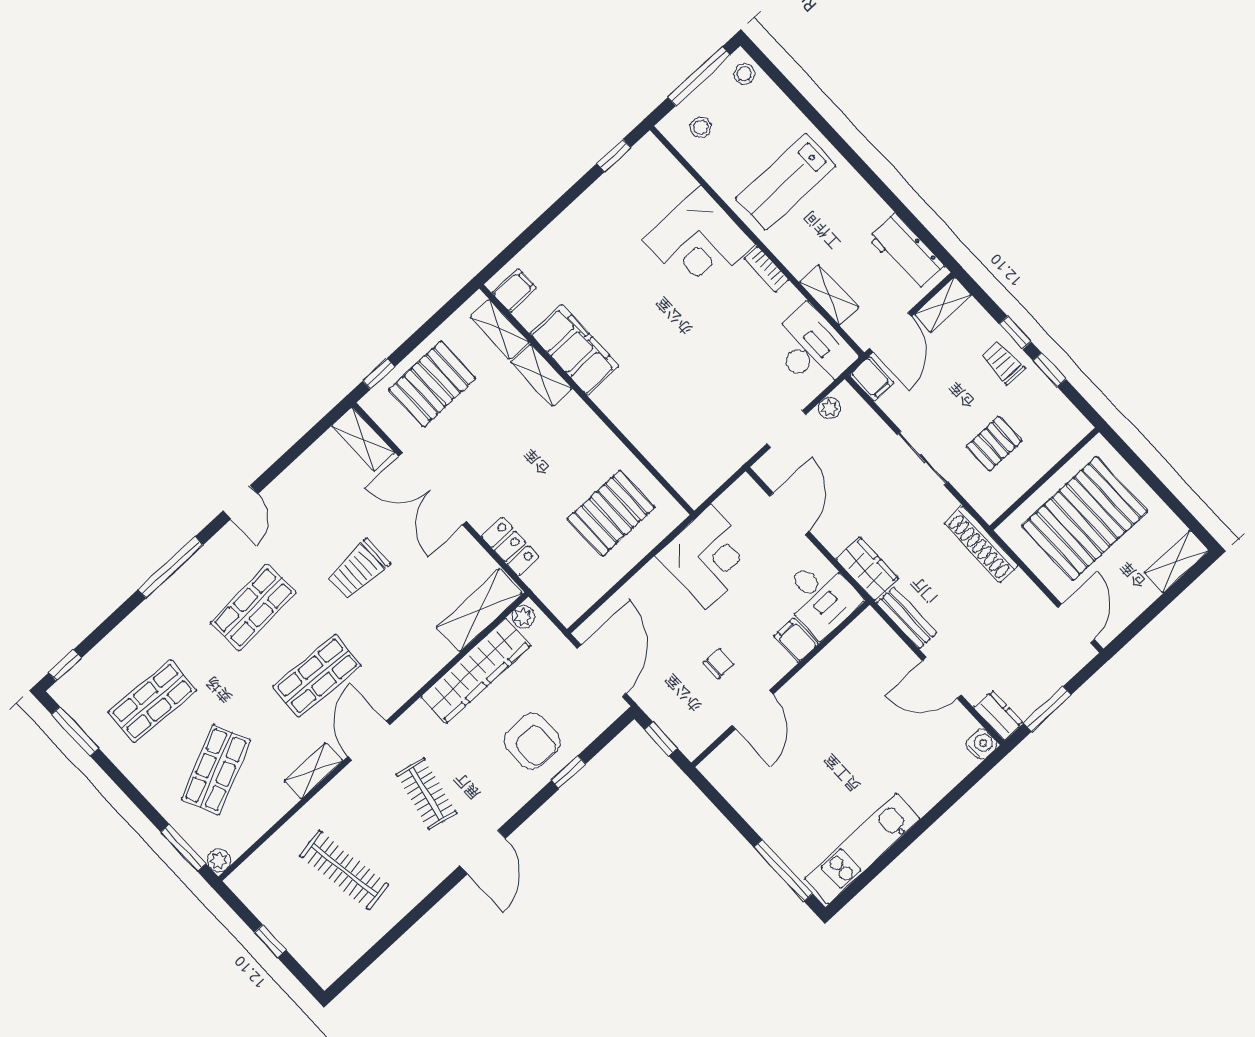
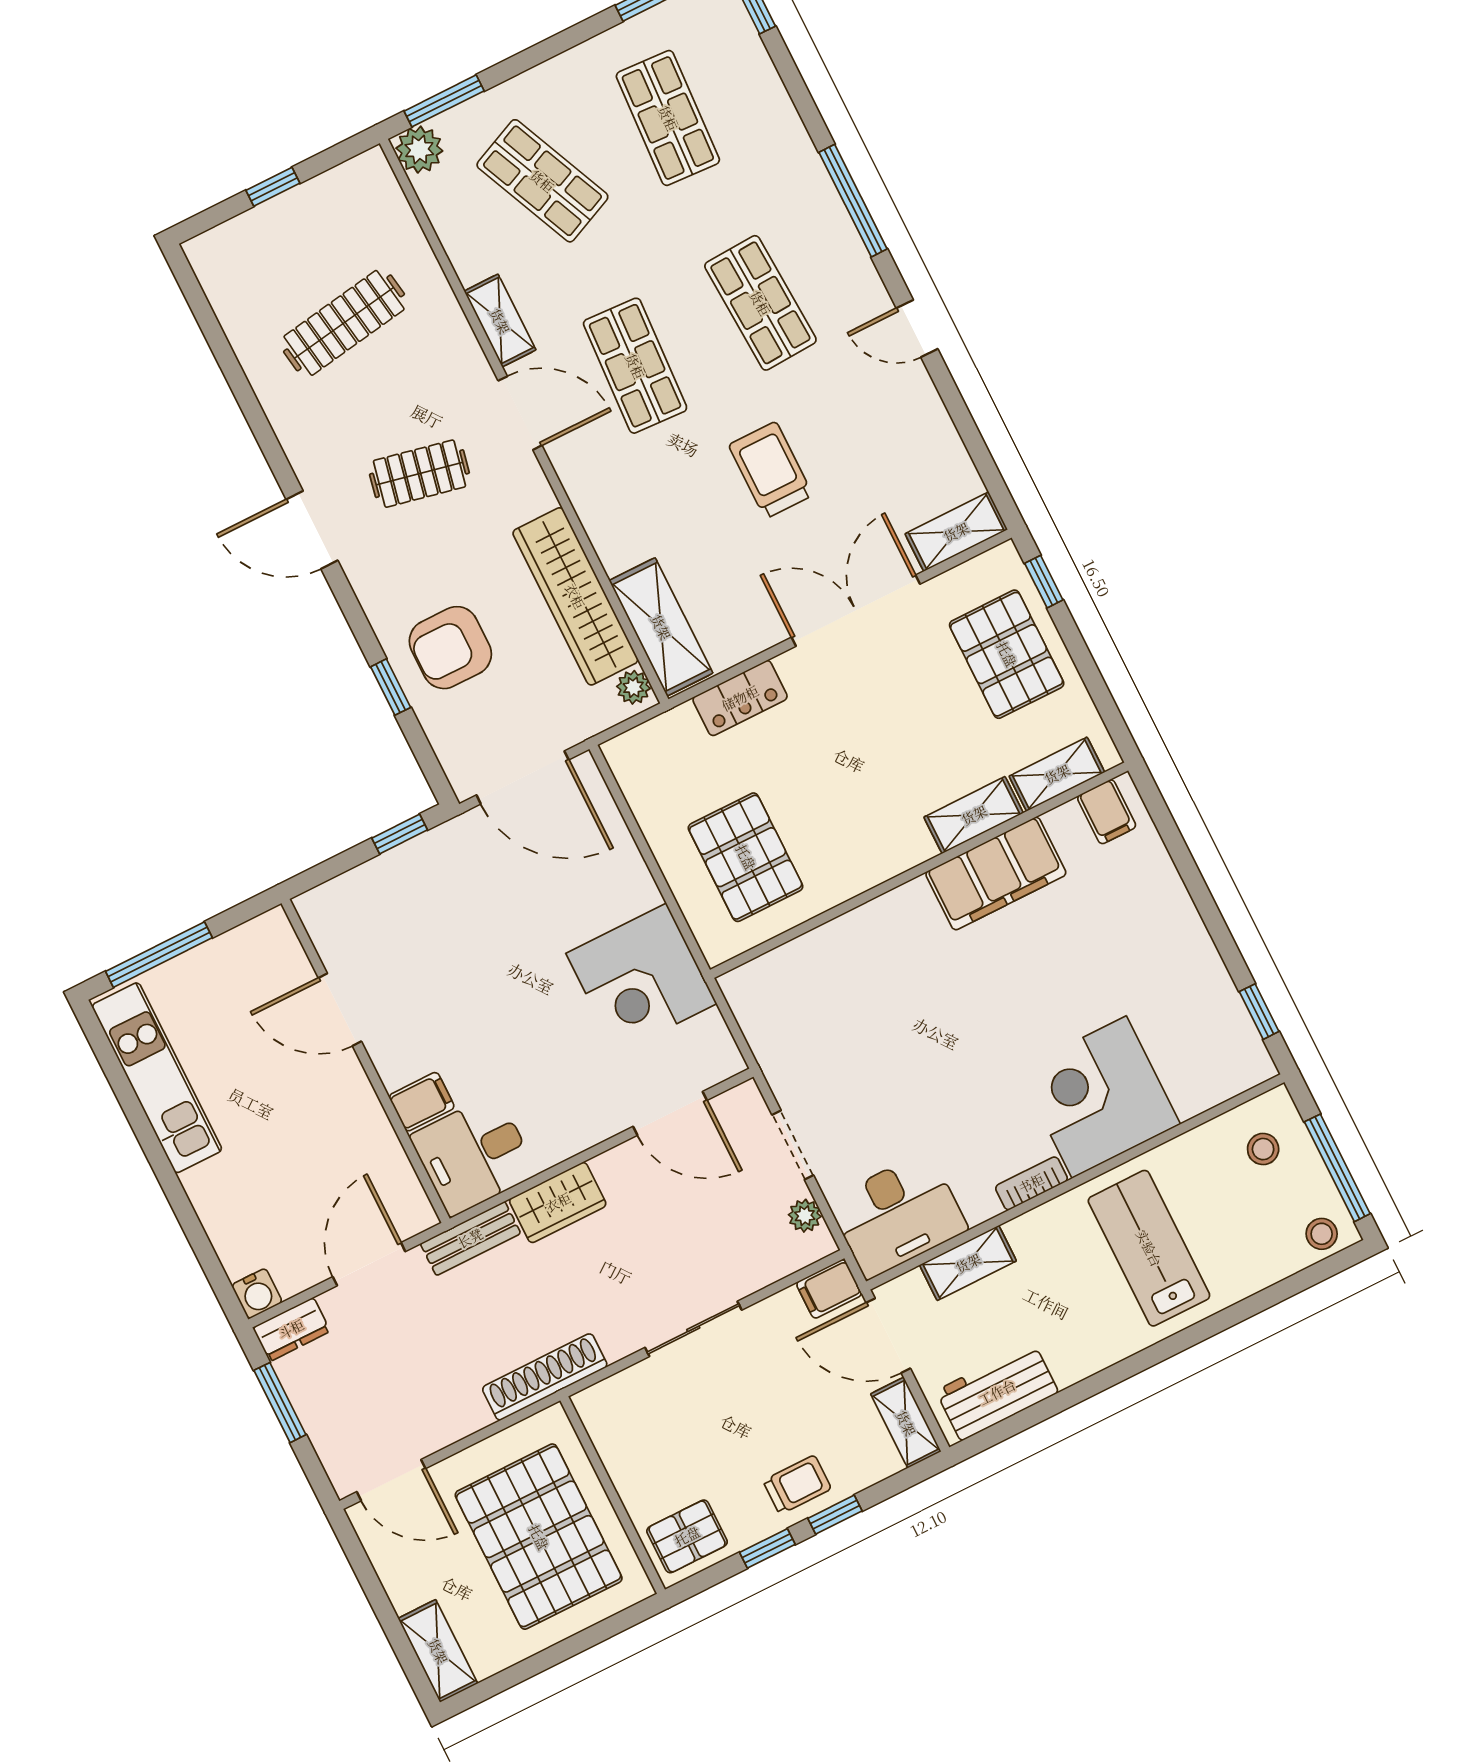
pallet: (994, 444) -> (687, 1536), moved, turned 90
desk: (820, 597) -> (474, 1155), moved
filing cabinet: (796, 640) -> (422, 1102), moved
chair: (719, 664) -> (484, 949), removed
wall: (780, 684) -> (366, 1061), moved
door: (752, 710) -> (340, 1010), moved
plant: (219, 861) -> (419, 150), width x1.38, depth x1.38

